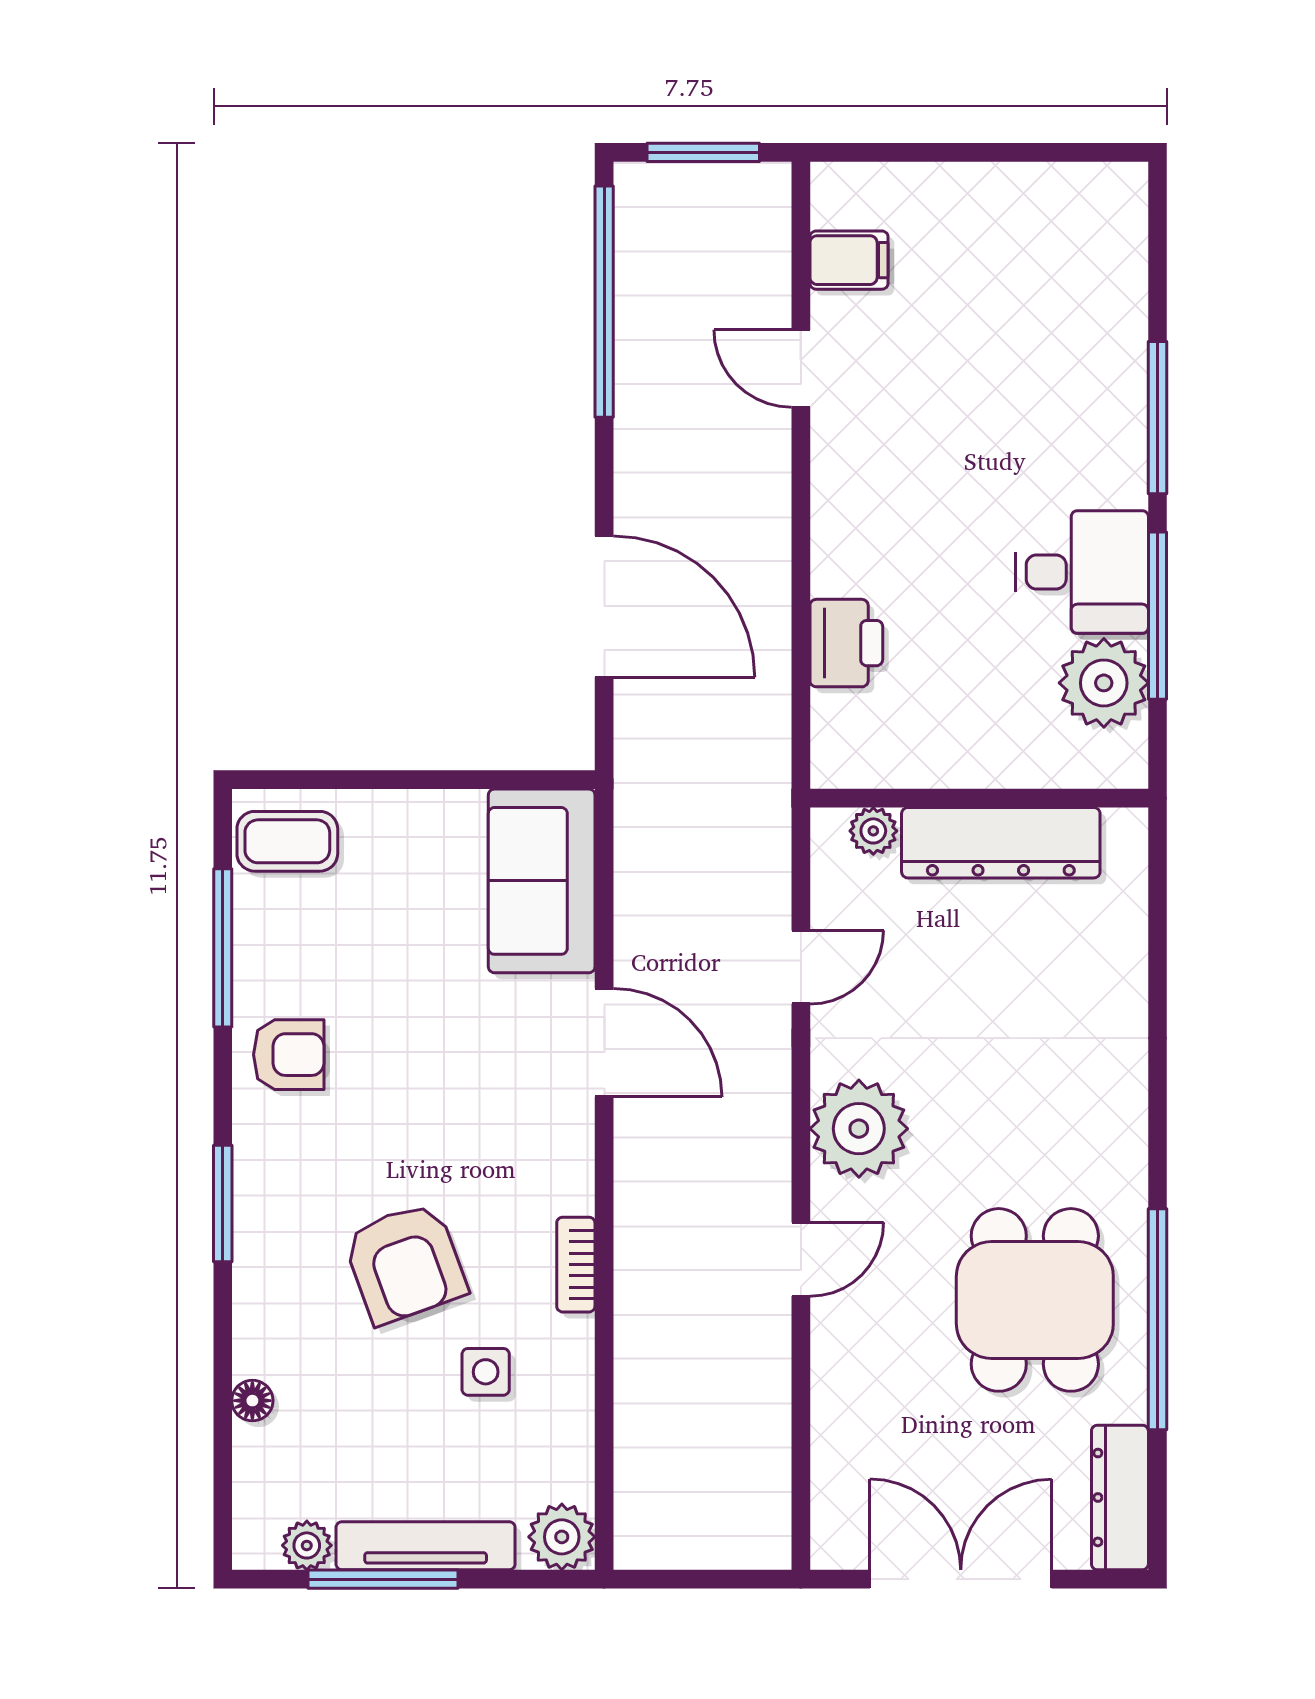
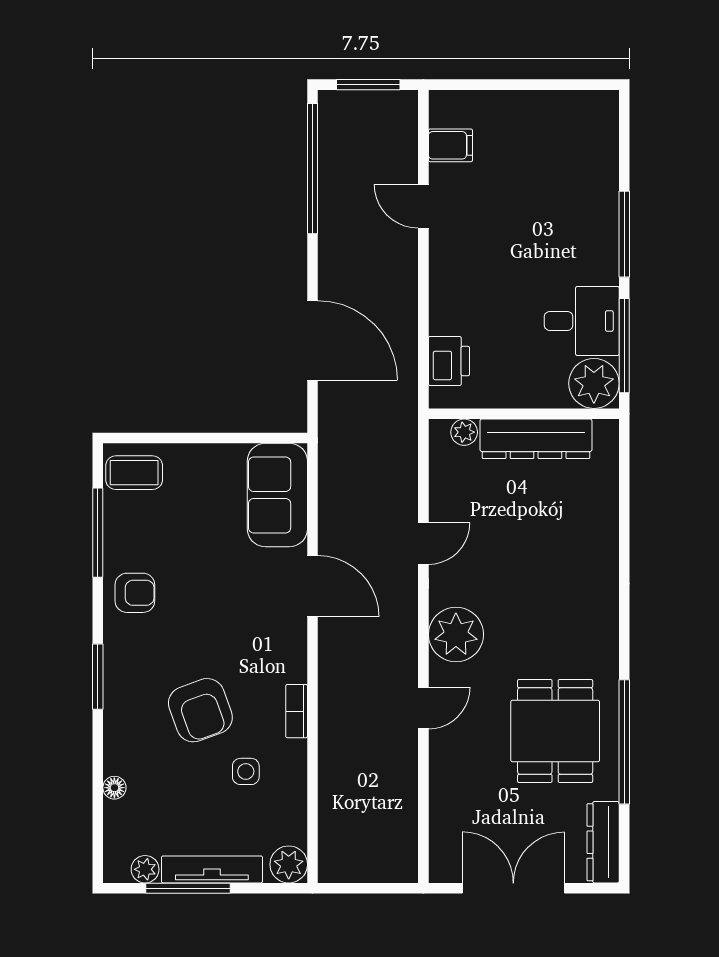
wall: (979, 798) -> (524, 414), moved
plant: (873, 831) -> (464, 432), moved
dresser: (1001, 843) -> (536, 439), moved

